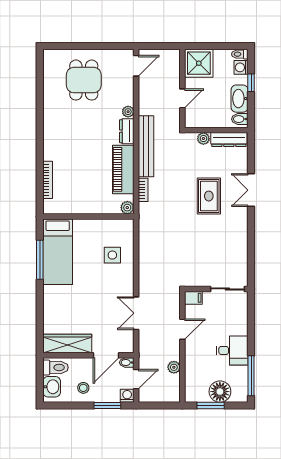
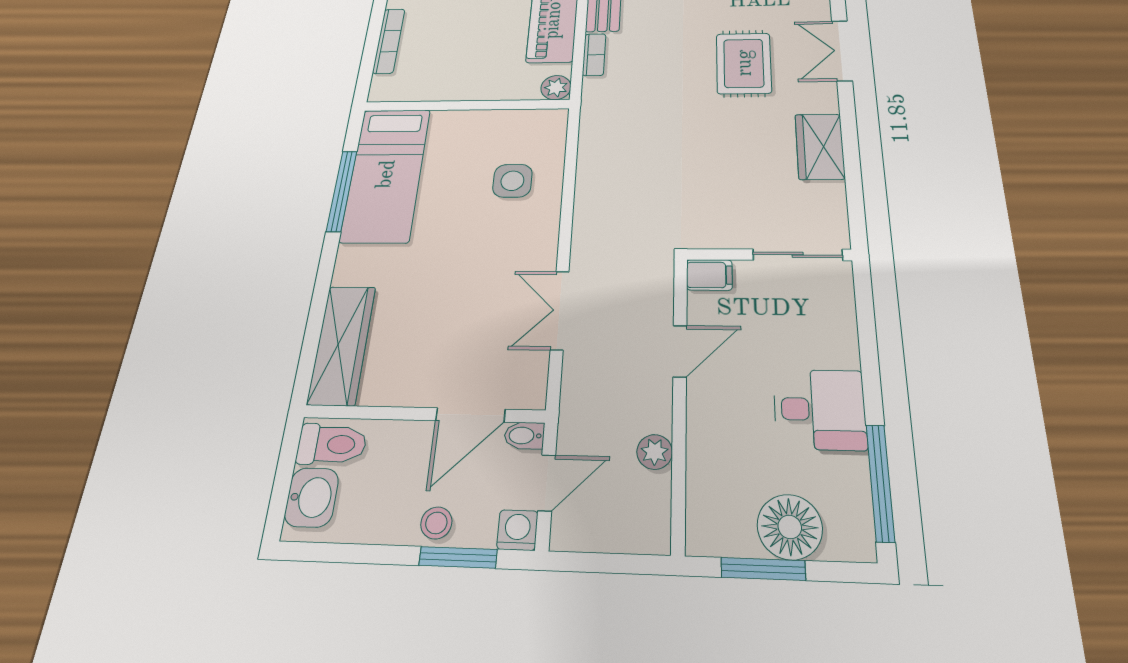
wardrobe: (239, 239) -> (820, 147), added
wardrobe: (67, 344) -> (342, 345), moved, turned 90
stool: (83, 388) -> (436, 523), moved

